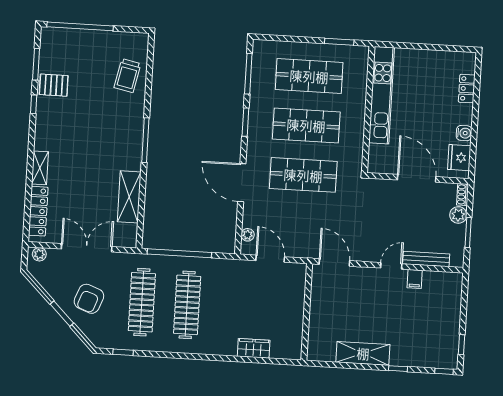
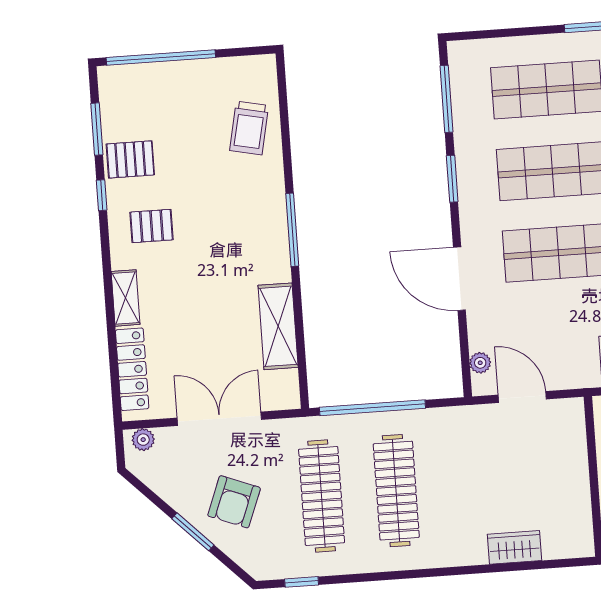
pallet: (61, 127) -> (151, 226), added

